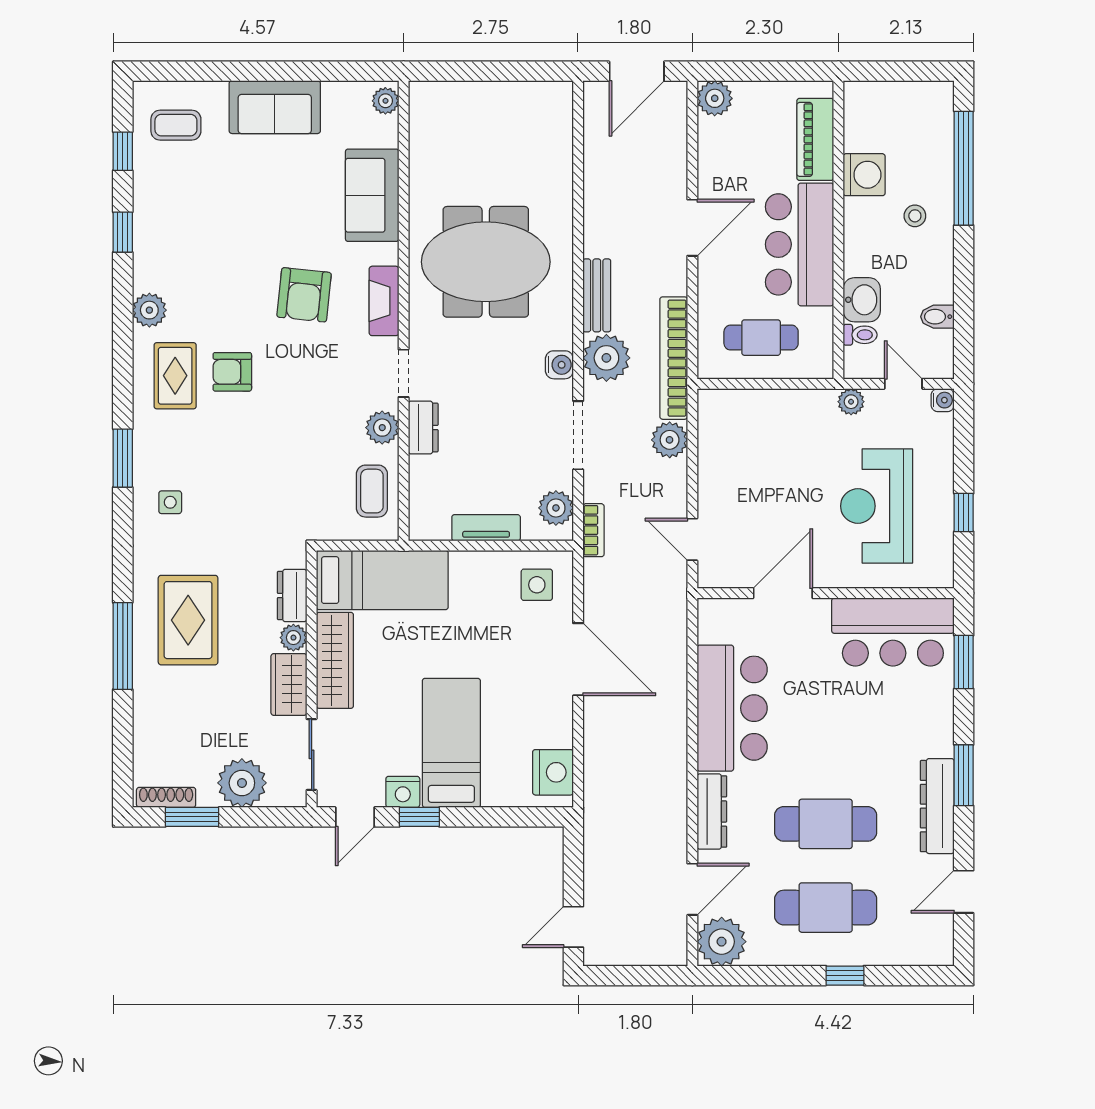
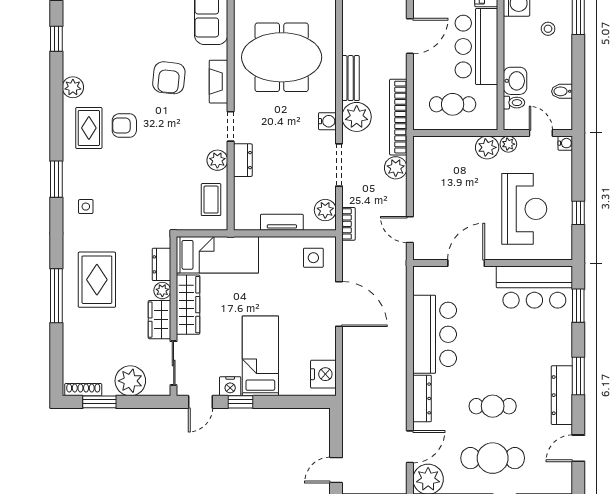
plant: (817, 407) -> (487, 147), added
reception desk: (877, 506) -> (524, 209), turned 180
cafe table: (826, 824) -> (493, 406), width x0.73, depth x0.74

